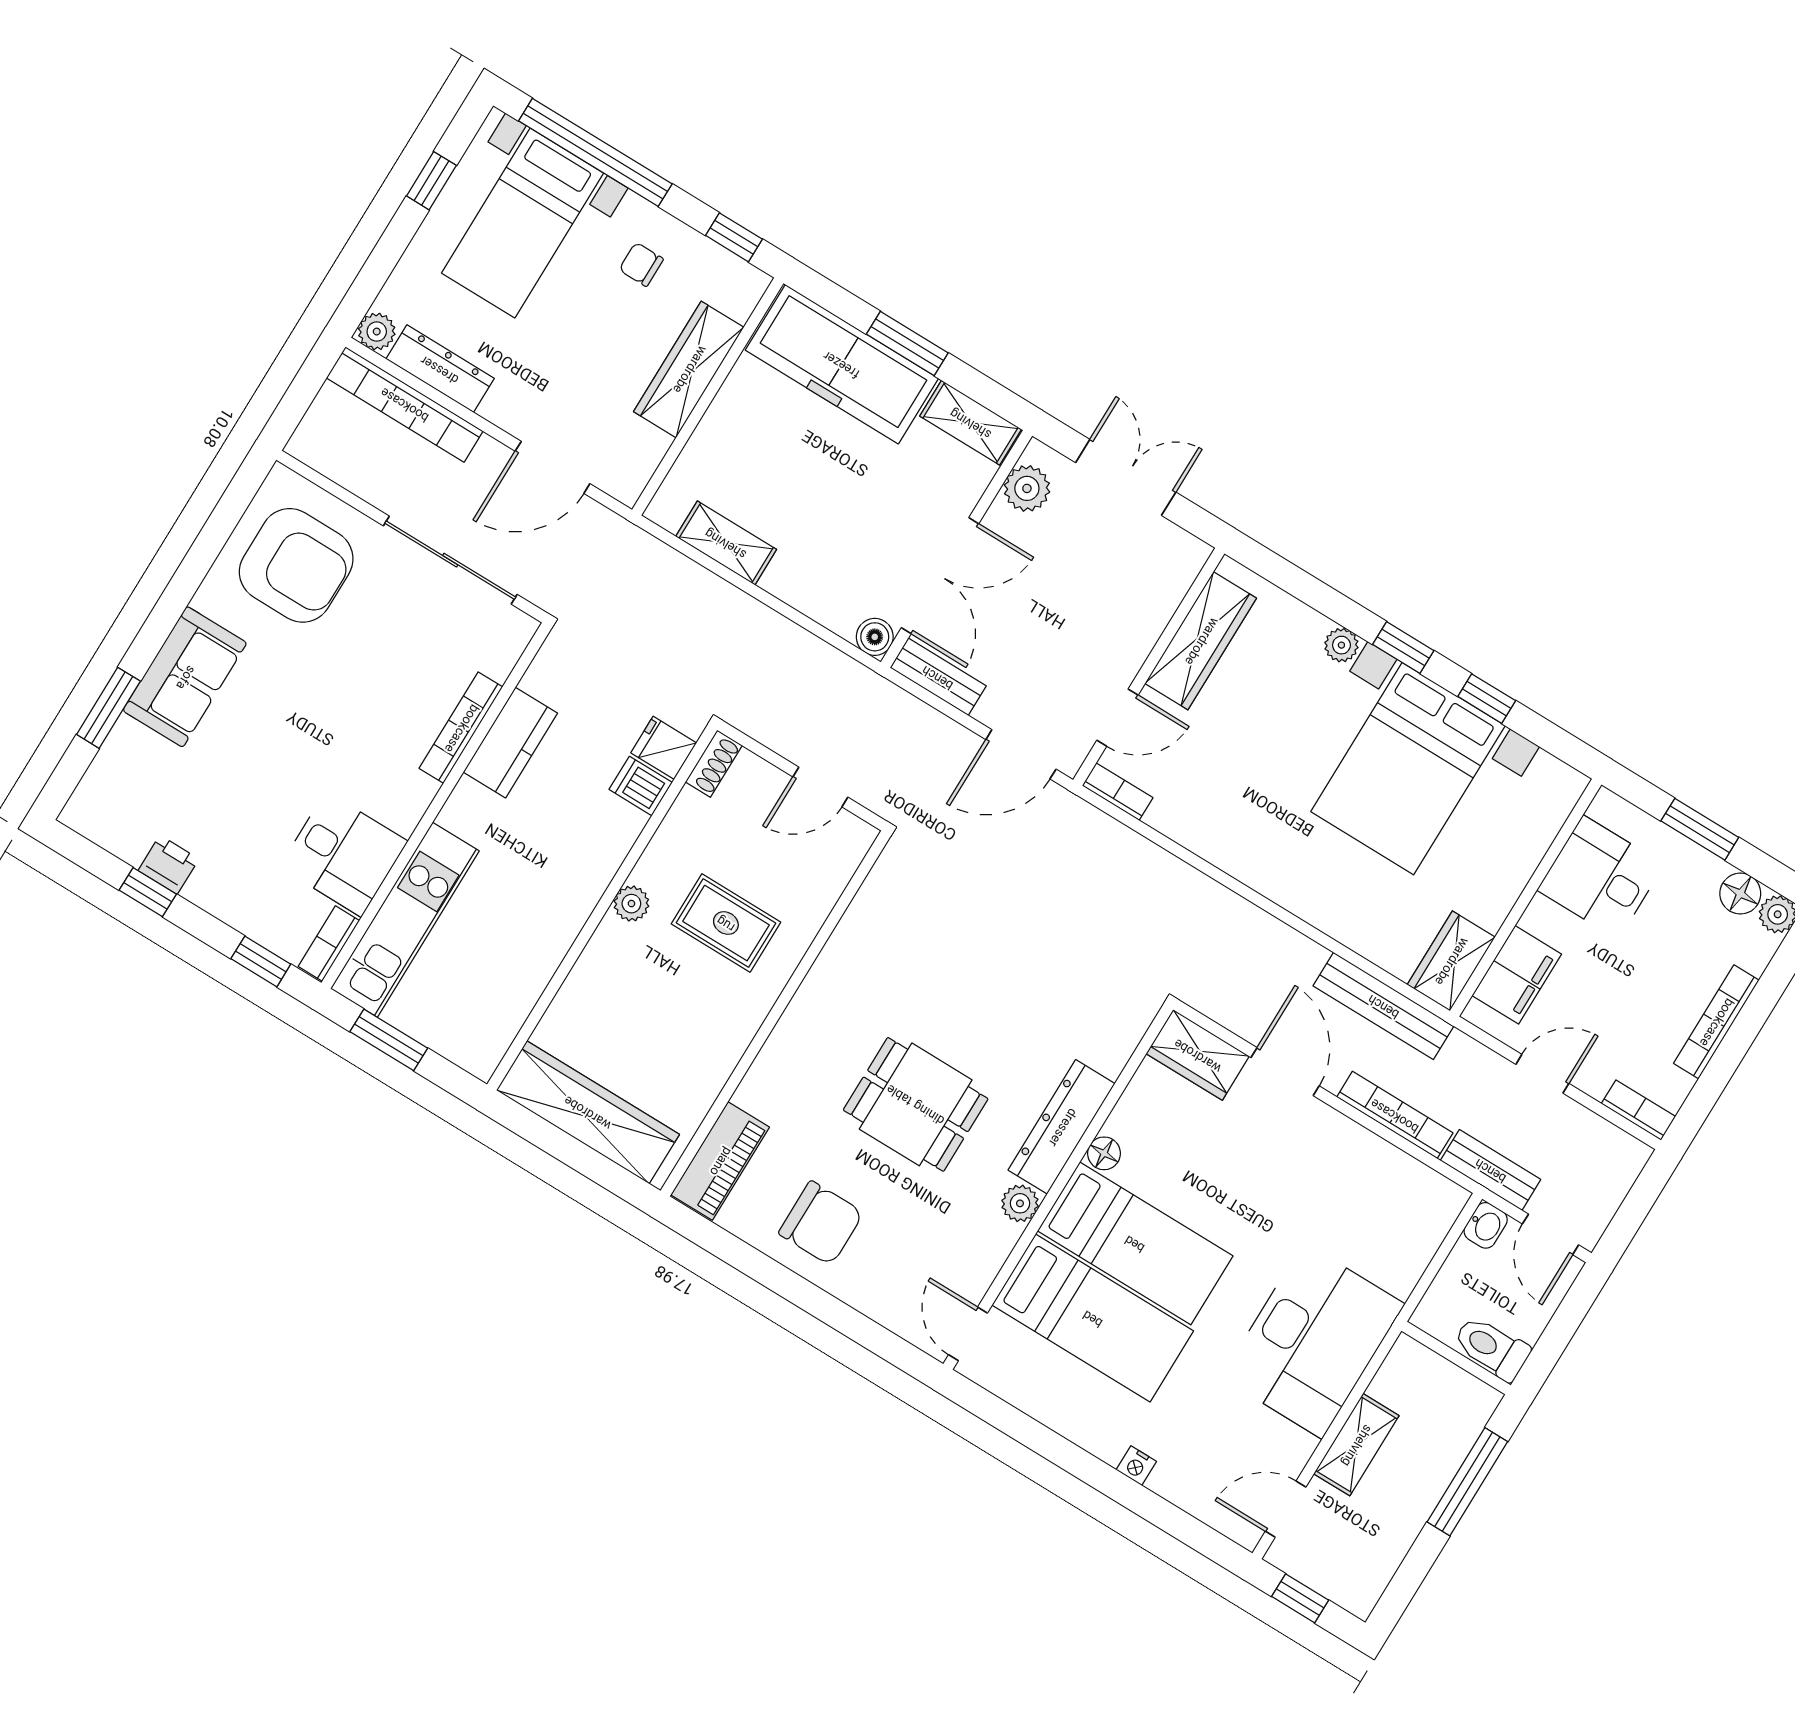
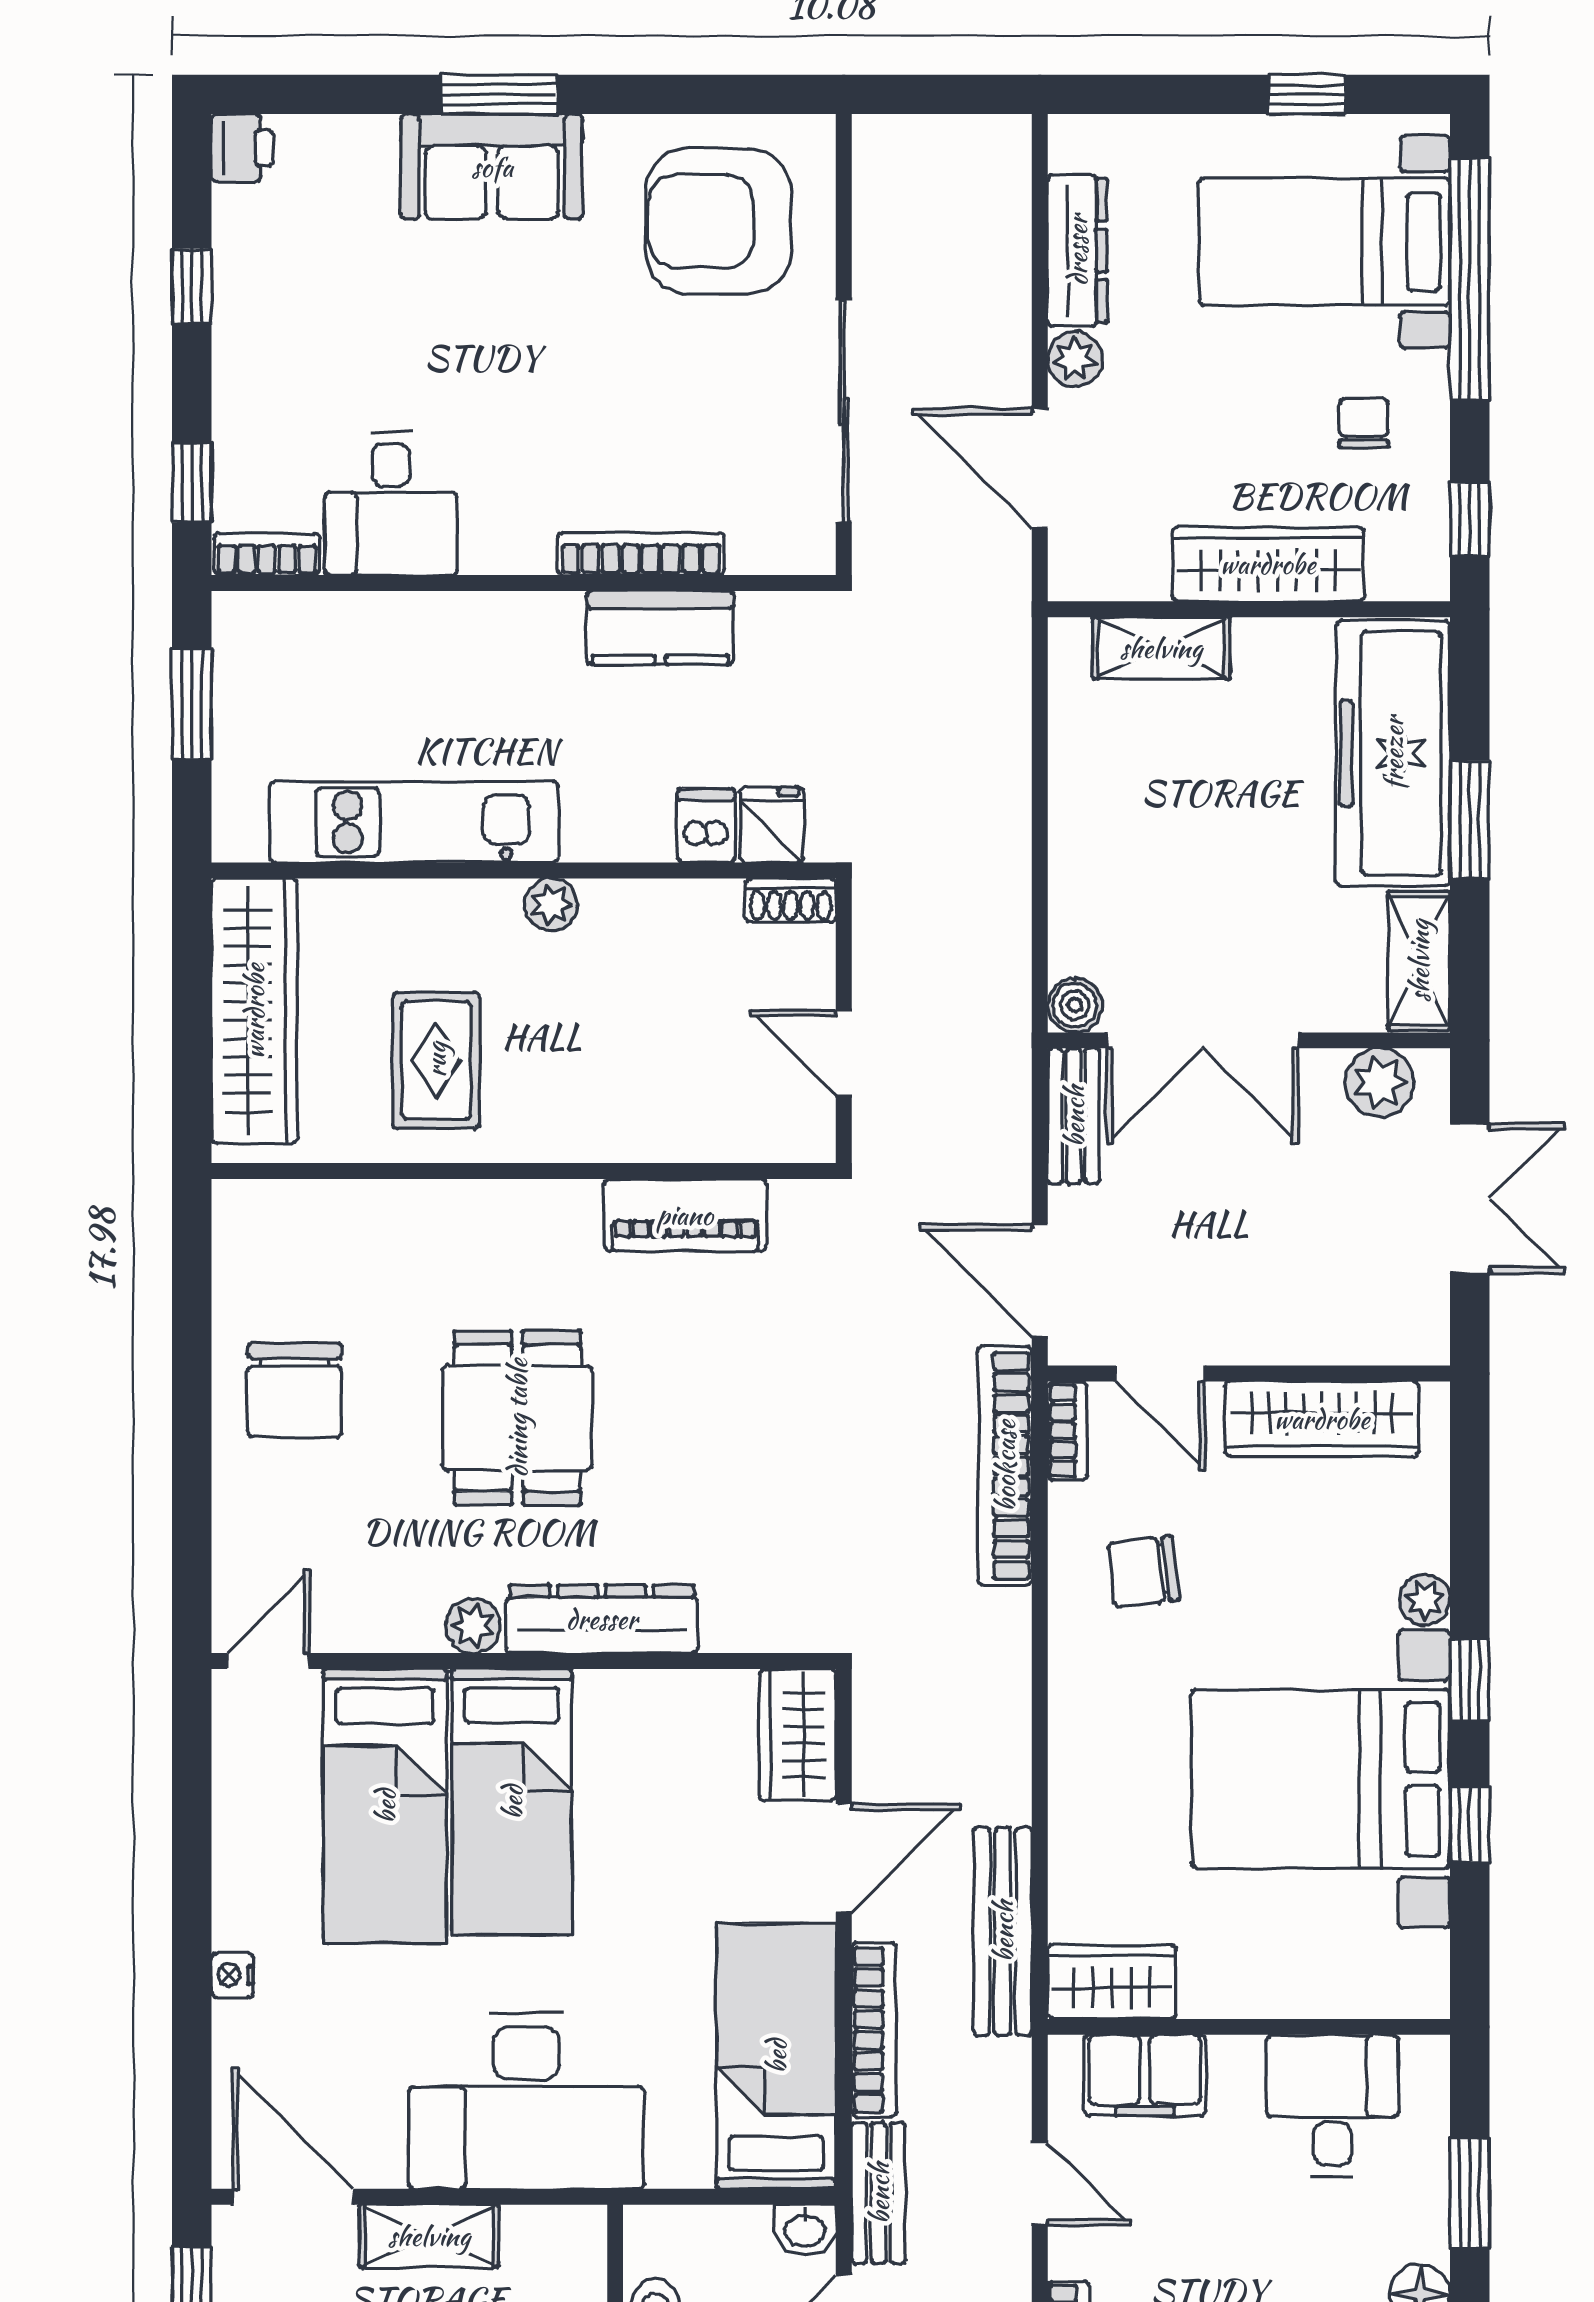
plant: (377, 332) -> (1075, 359), moved
bookcase: (405, 404) -> (1005, 1466), moved
shelving: (726, 543) -> (1161, 648), moved, turned 90
armchair: (296, 565) -> (718, 221), turned 90
window: (108, 708) -> (499, 94), moved
chair: (1226, 797) -> (1144, 1572), added
printer: (169, 865) -> (242, 148), moved
kitchen unit: (405, 920) -> (414, 822), moved, turned 180
rug: (726, 923) -> (436, 1060), moved
floor lamp: (1104, 1153) -> (601, 1693), removed
piano: (720, 1161) -> (685, 1215), moved
bed: (1376, 1181) -> (776, 2056), added
door: (1286, 1509) -> (293, 2197), width x1.38

